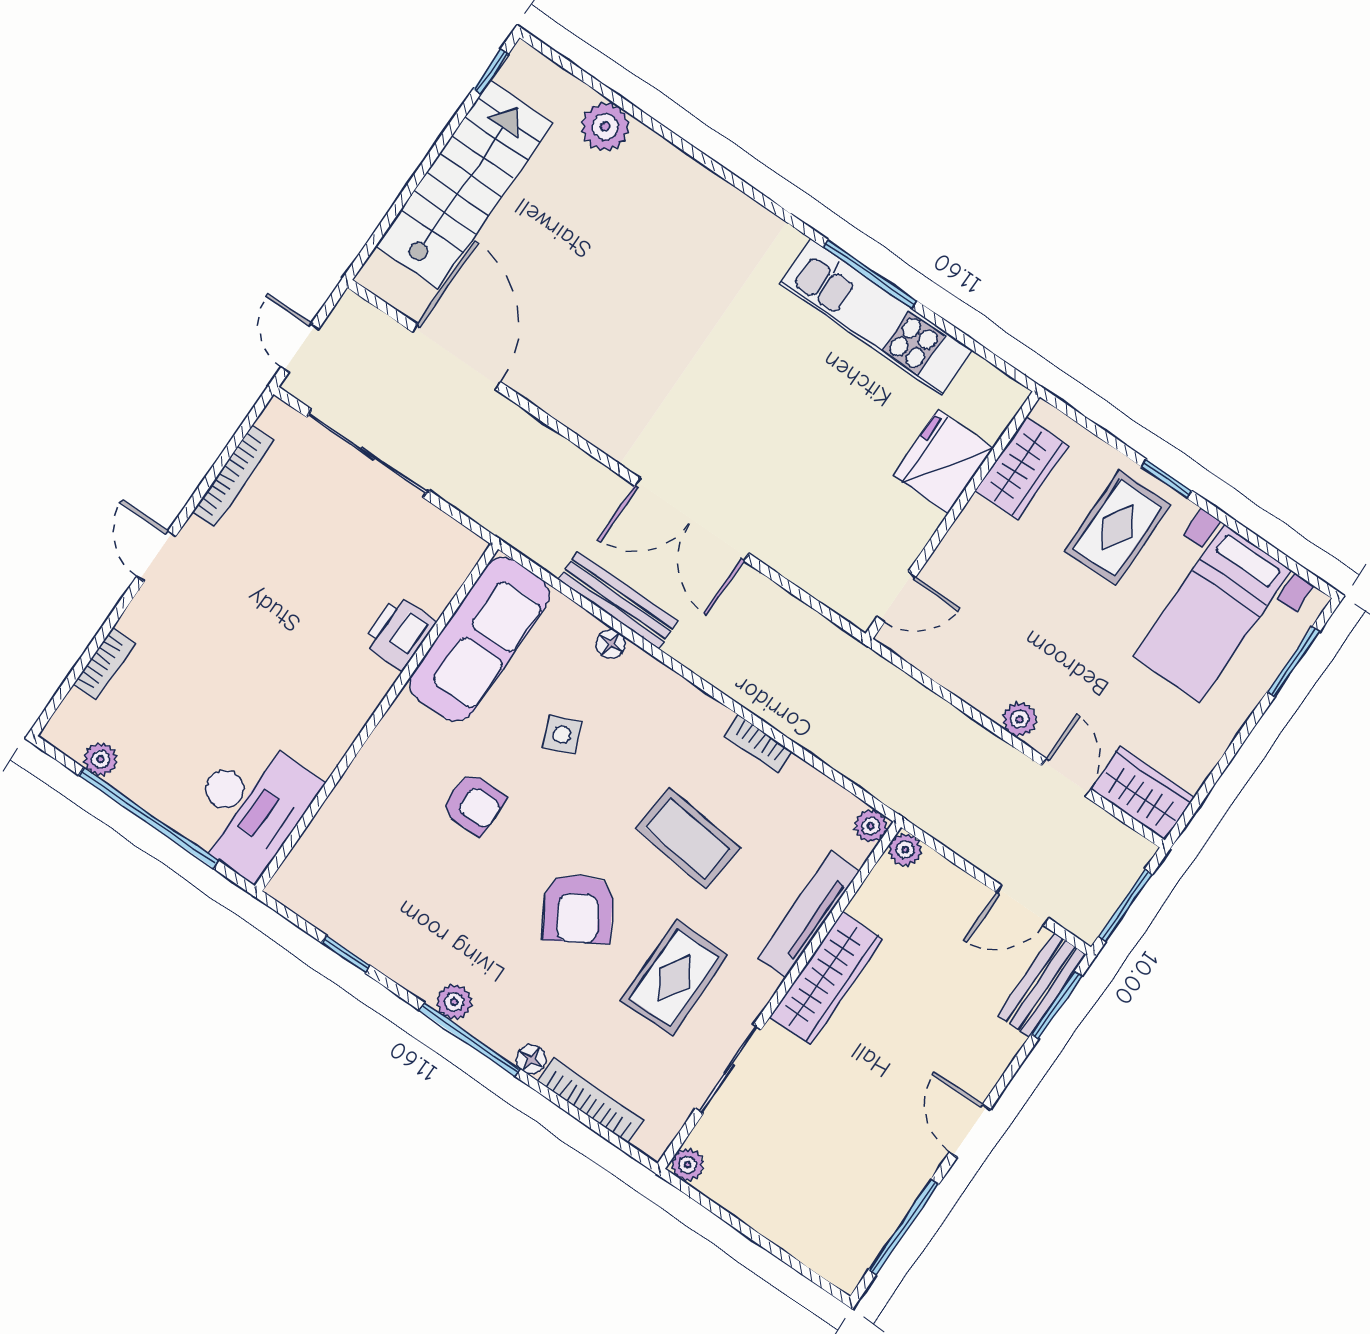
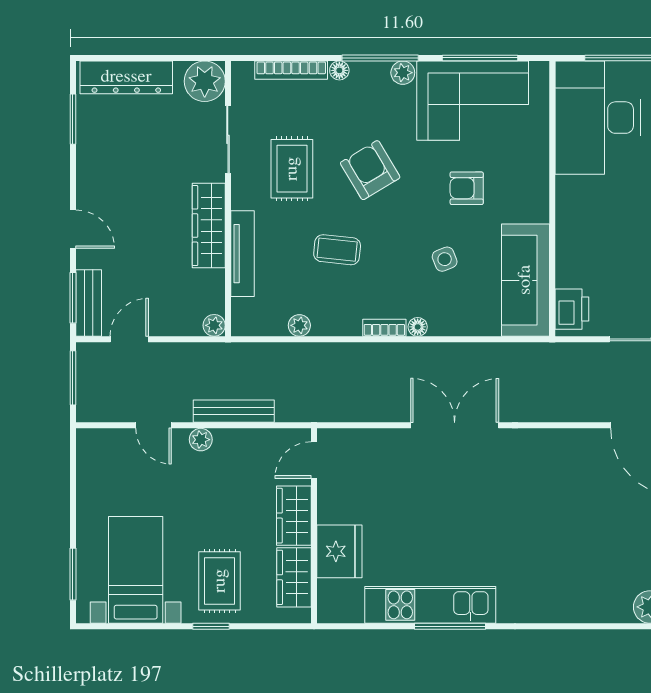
bench: (618, 600) -> (234, 411), moved
printer: (399, 633) -> (572, 309), moved
floor lamp: (611, 644) -> (418, 327), moved
bookcase: (758, 744) -> (384, 328), moved
wardrobe: (1143, 793) -> (294, 516), moved, turned 90
desk: (250, 806) -> (598, 118), width x1.36, depth x1.30
plant: (871, 826) -> (299, 325), moved
coffee table: (687, 838) -> (337, 250), width x0.73, depth x0.77
corner sofa: (391, 907) -> (473, 101), added
window: (346, 954) -> (480, 58), width x2.17
door: (970, 1131) -> (73, 229), moved
plant: (688, 1165) -> (205, 81), width x1.88, depth x1.88
window: (904, 1227) -> (73, 119), width x0.69
dresser: (802, 1233) -> (126, 77), added

